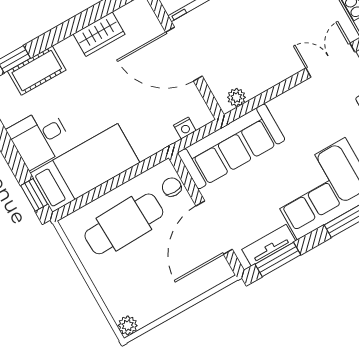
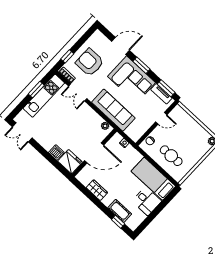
door: (184, 54) -> (94, 153), hinge flipped
sofa: (231, 146) -> (113, 110), moved
window: (34, 195) -> (171, 196), removed
cafe table: (124, 224) -> (171, 156), width x0.73, depth x0.74
door: (214, 228) -> (161, 118), width x0.53

